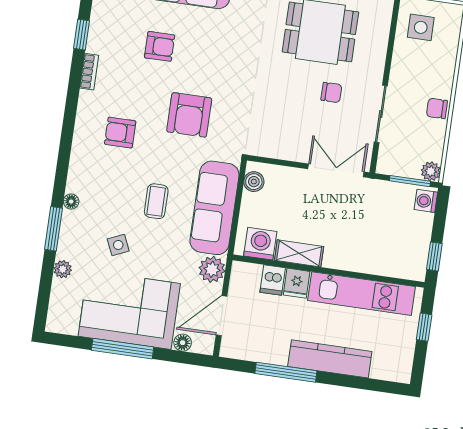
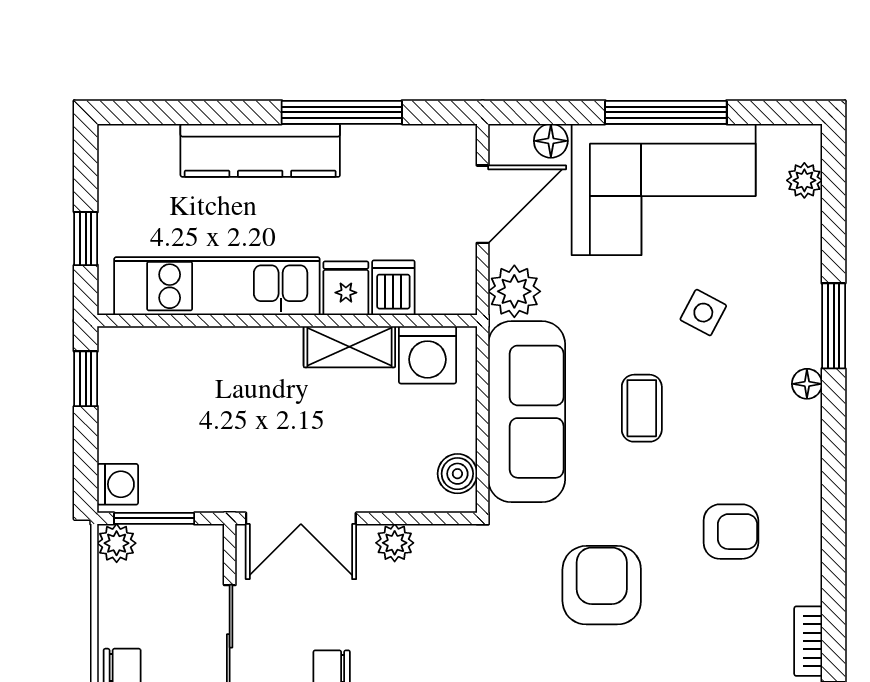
plant: (290, 151) -> (395, 543), added
side table: (118, 245) -> (703, 313), turned -38
plant: (63, 269) -> (804, 180), moved

